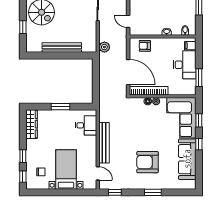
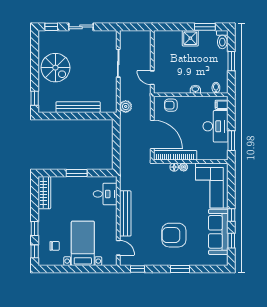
window: (23, 27) -> (35, 98), moved
window: (199, 120) -> (231, 241), moved

